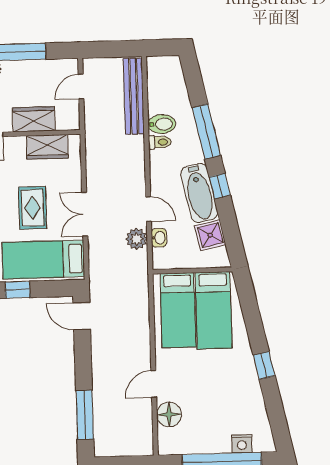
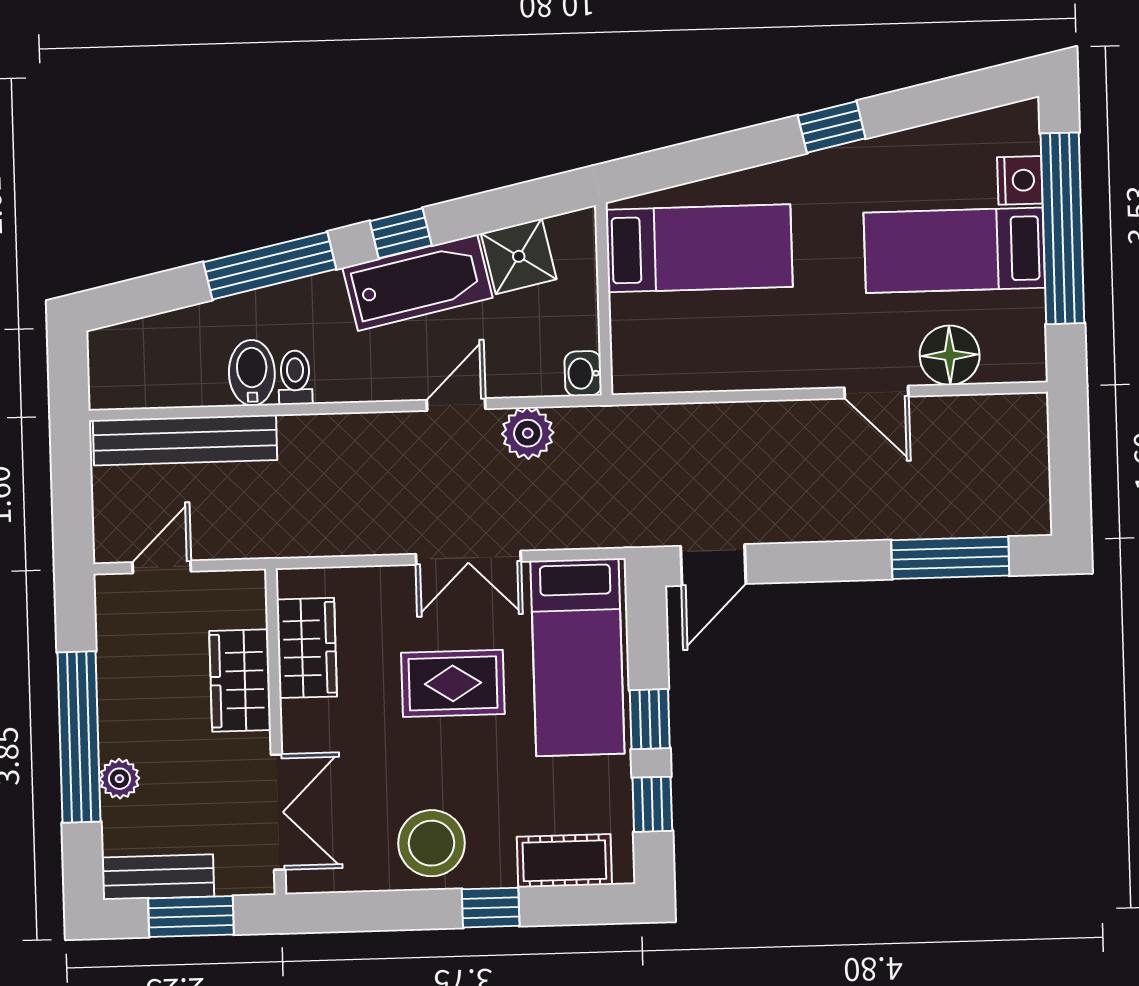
door: (81, 87) -> (162, 567), swing flipped
washbasin: (159, 238) -> (583, 374), moved, turned -90
bed: (178, 310) -> (954, 250), moved, turned 180

